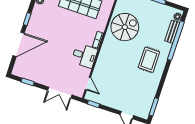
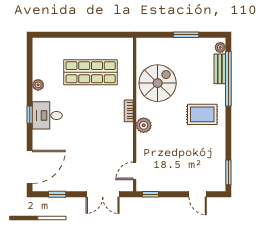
door: (19, 44) -> (30, 167), moved
plant: (105, 54) -> (144, 125), added
desk: (84, 56) -> (47, 115), moved, turned 180
rug: (149, 60) -> (202, 114), turned 90
door: (88, 84) -> (135, 171), swing flipped

